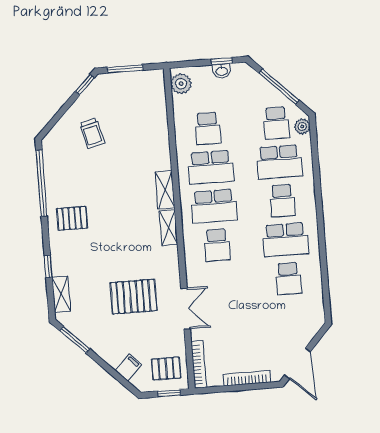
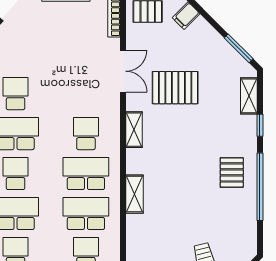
window: (42, 183) -> (260, 187), moved
pallet: (72, 218) -> (232, 172), turned 90
shelving: (168, 228) -> (134, 130), moved
double door: (186, 309) -> (123, 71), swing flipped

